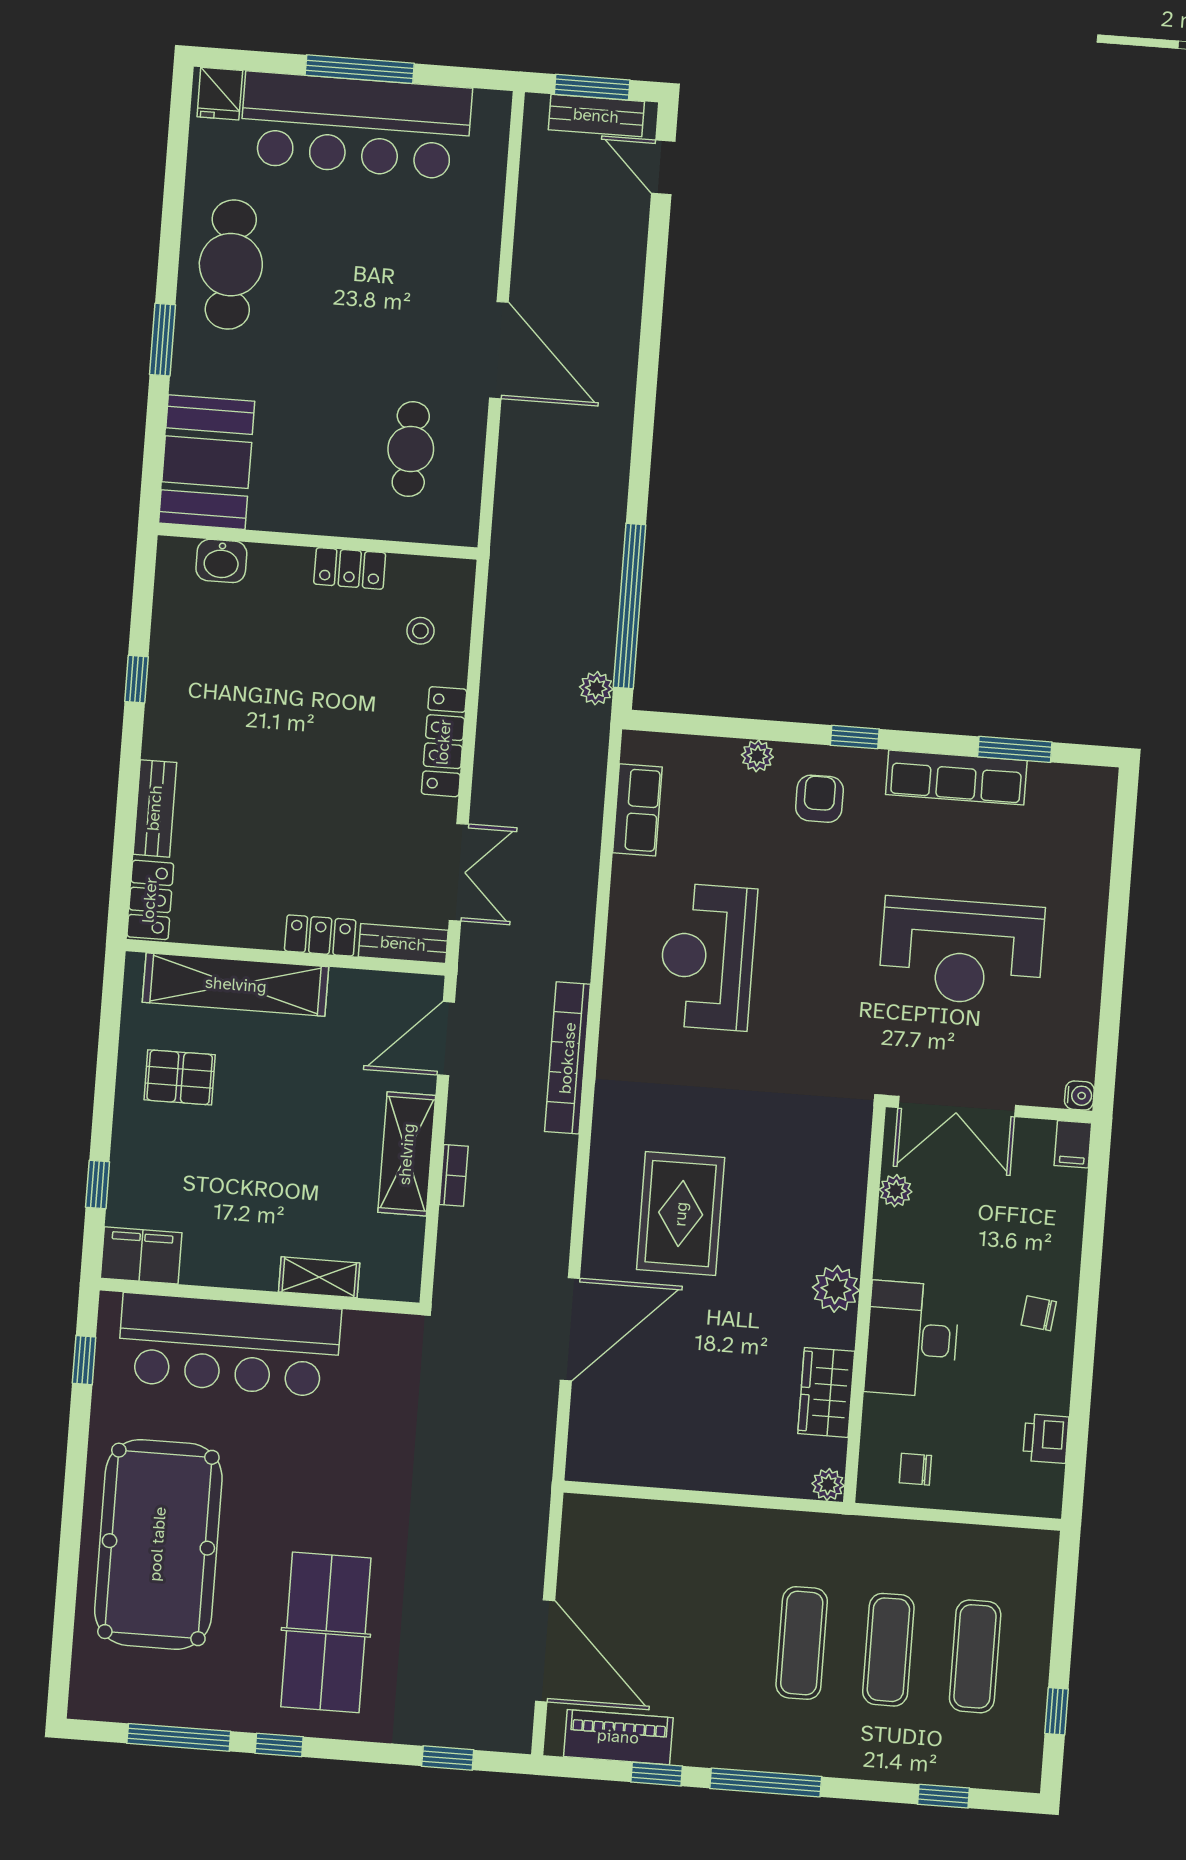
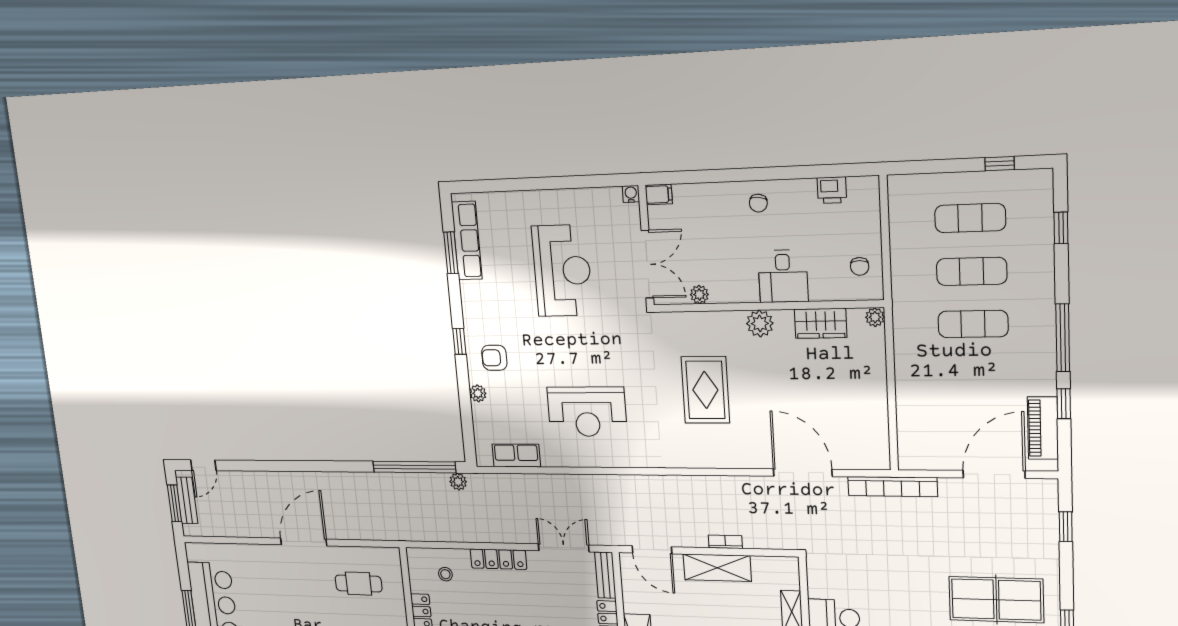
row of seats: (956, 778) -> (467, 241), moved
bookcase: (568, 1058) -> (892, 487), moved
rug: (681, 1214) -> (705, 390), moved, turned 90
desk: (912, 1339) -> (783, 276), width x0.73

